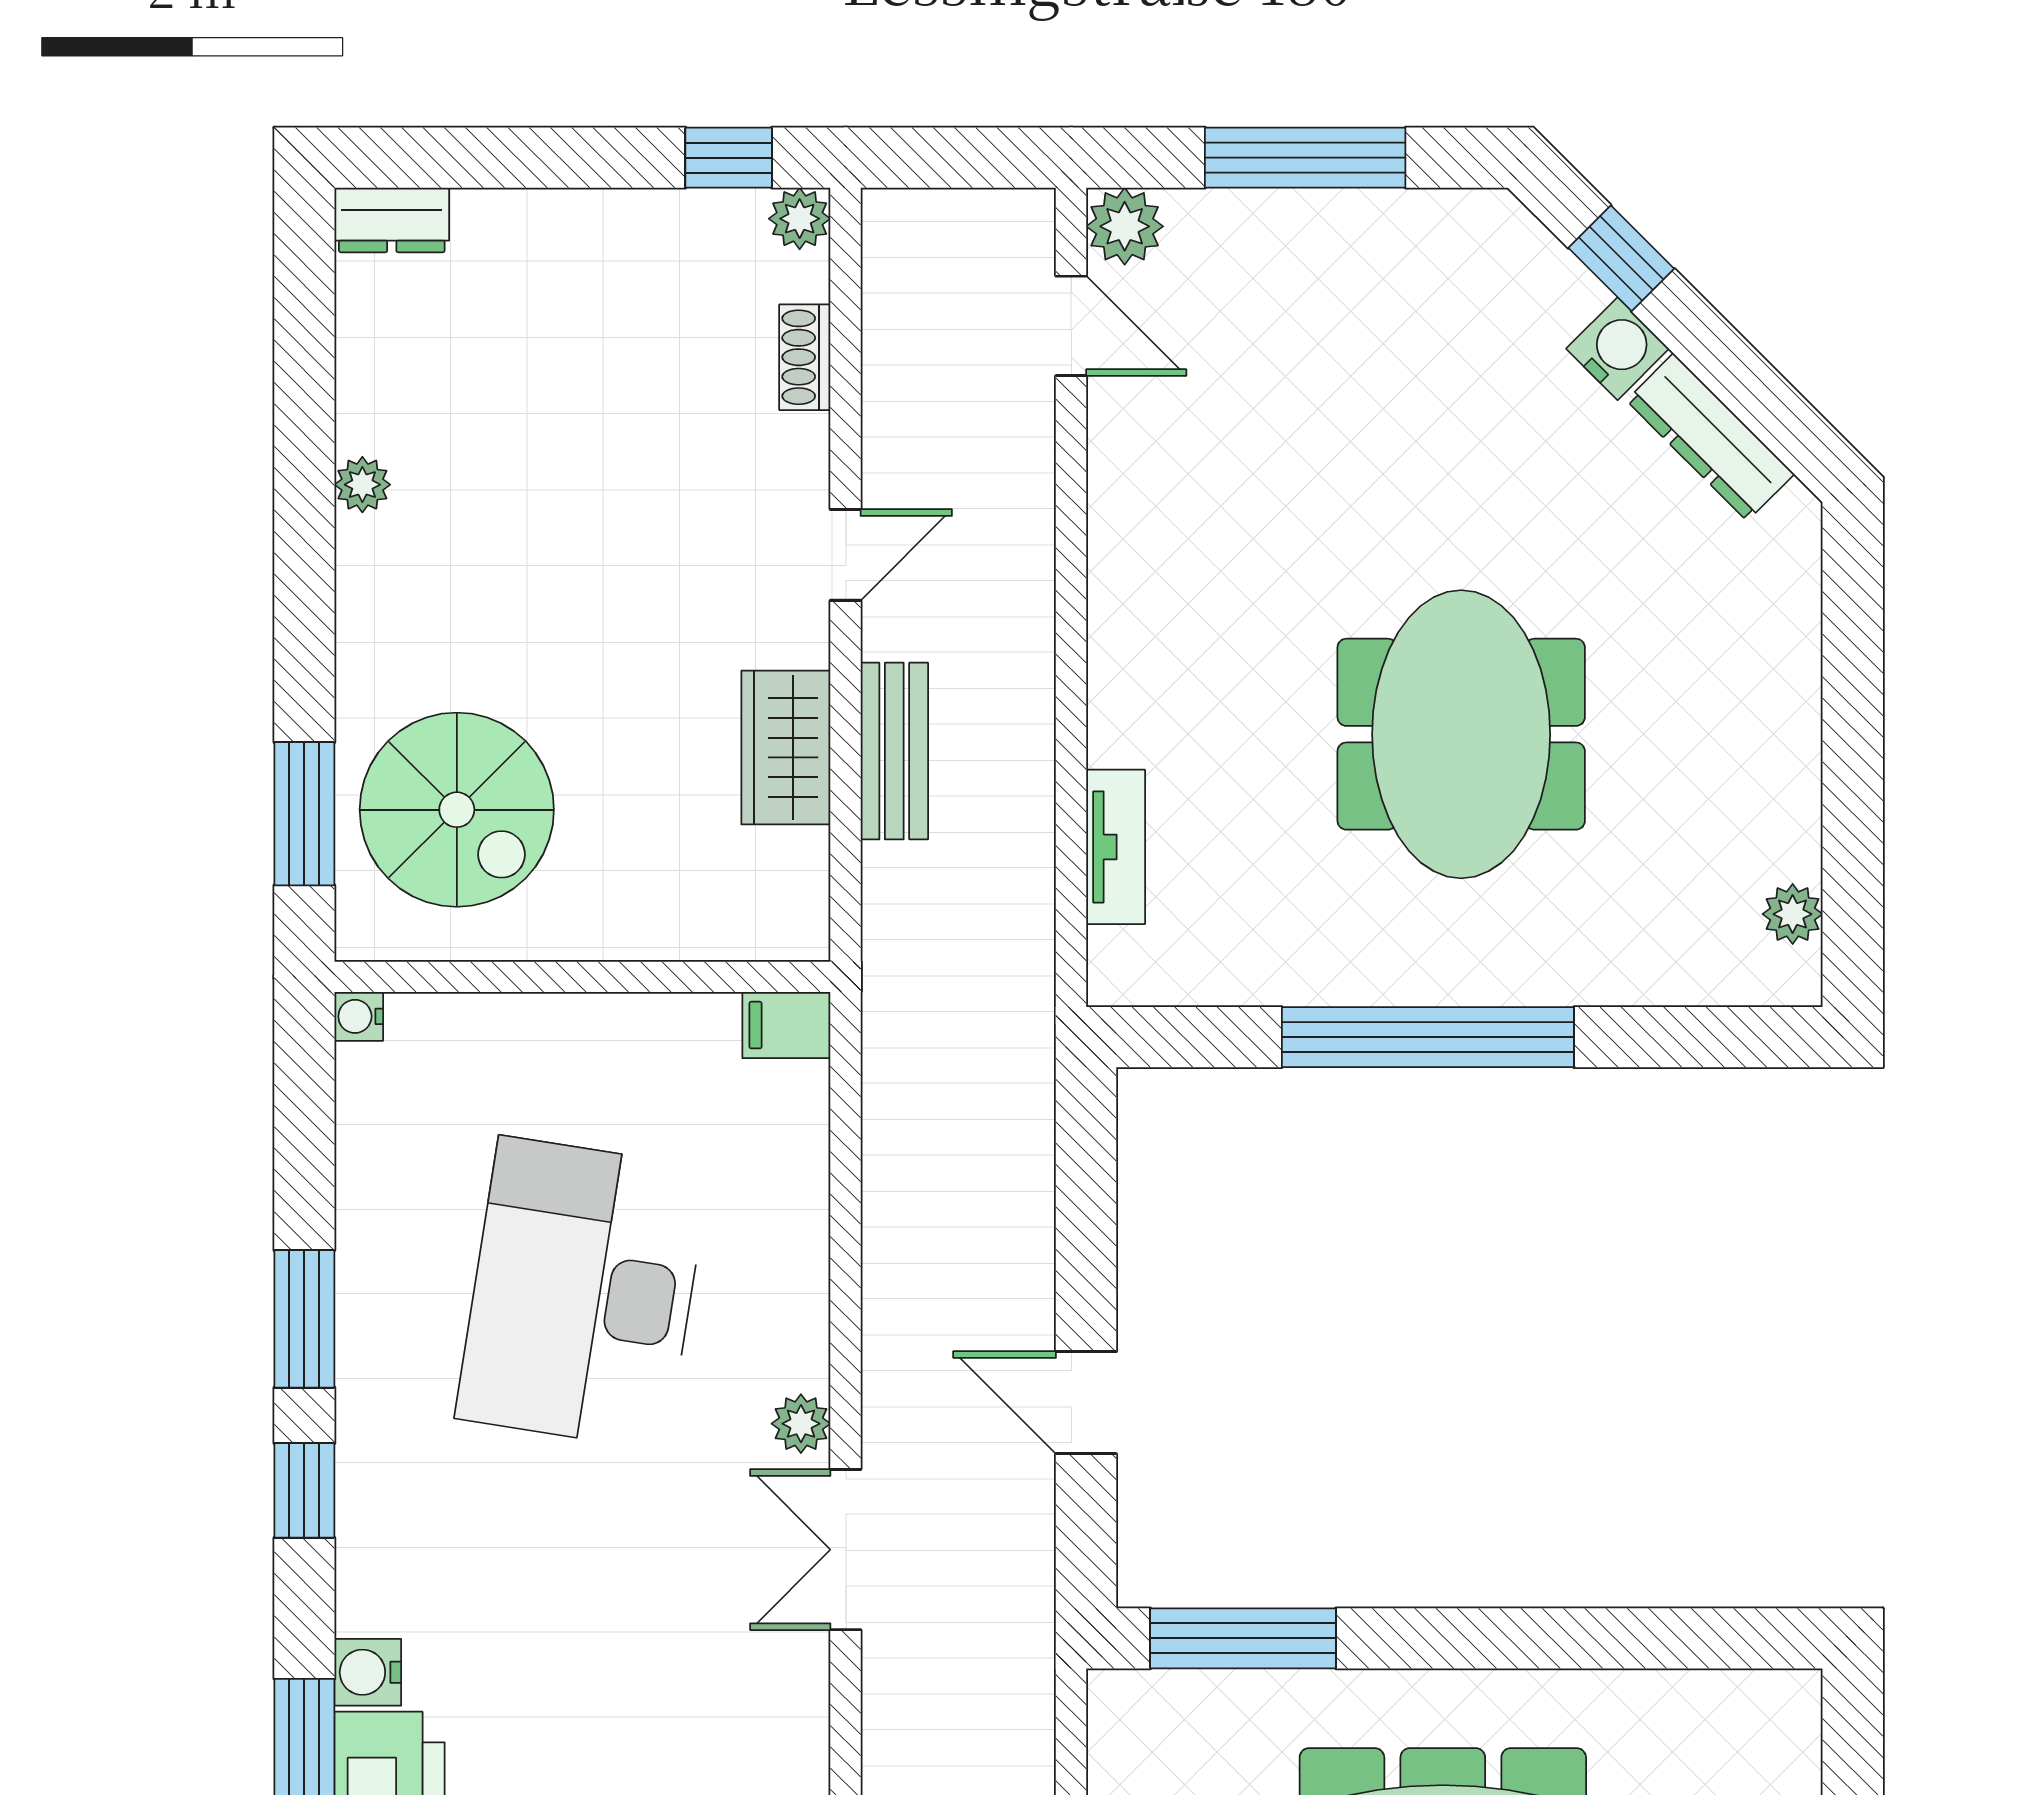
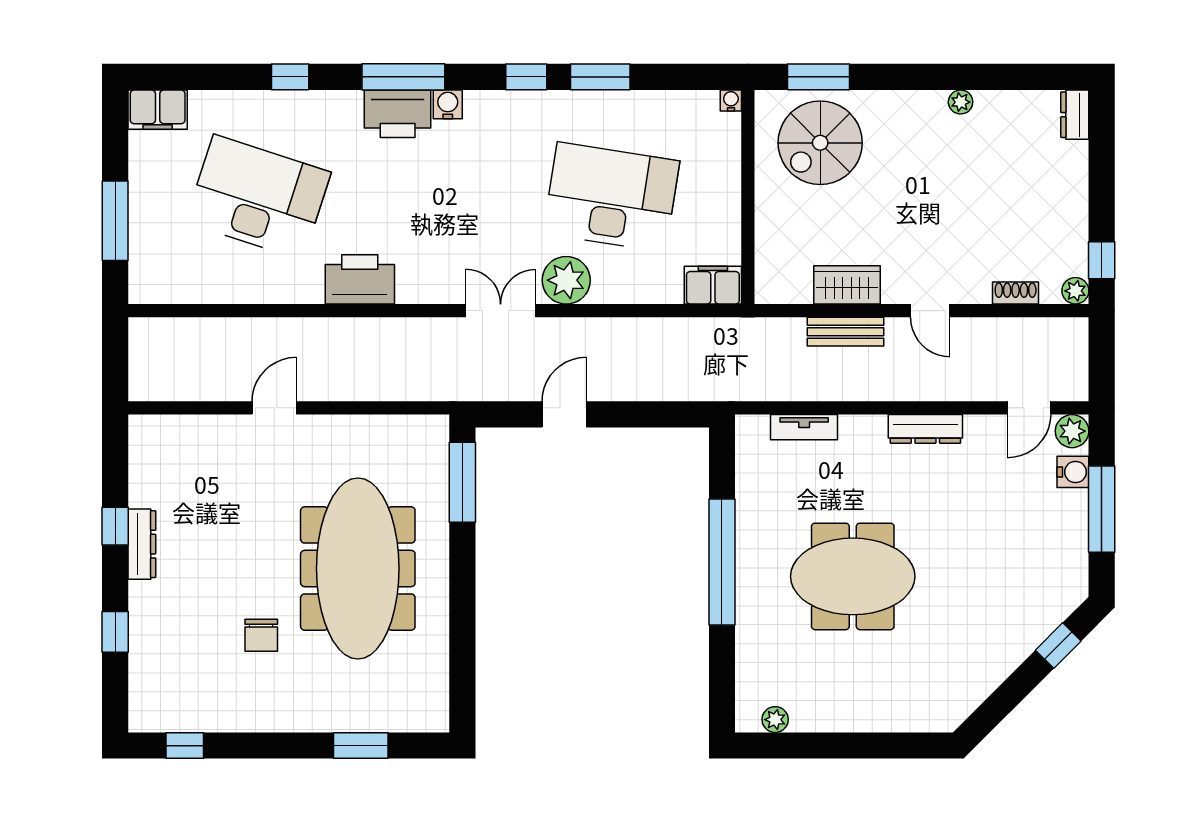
water cooler: (1618, 349) -> (1073, 472), moved, turned -45
dresser: (1710, 437) -> (925, 429), moved, turned -135
filing cabinet: (786, 1025) -> (713, 285), width x2.00
plant: (801, 1424) -> (566, 280), width x1.88, depth x1.88

